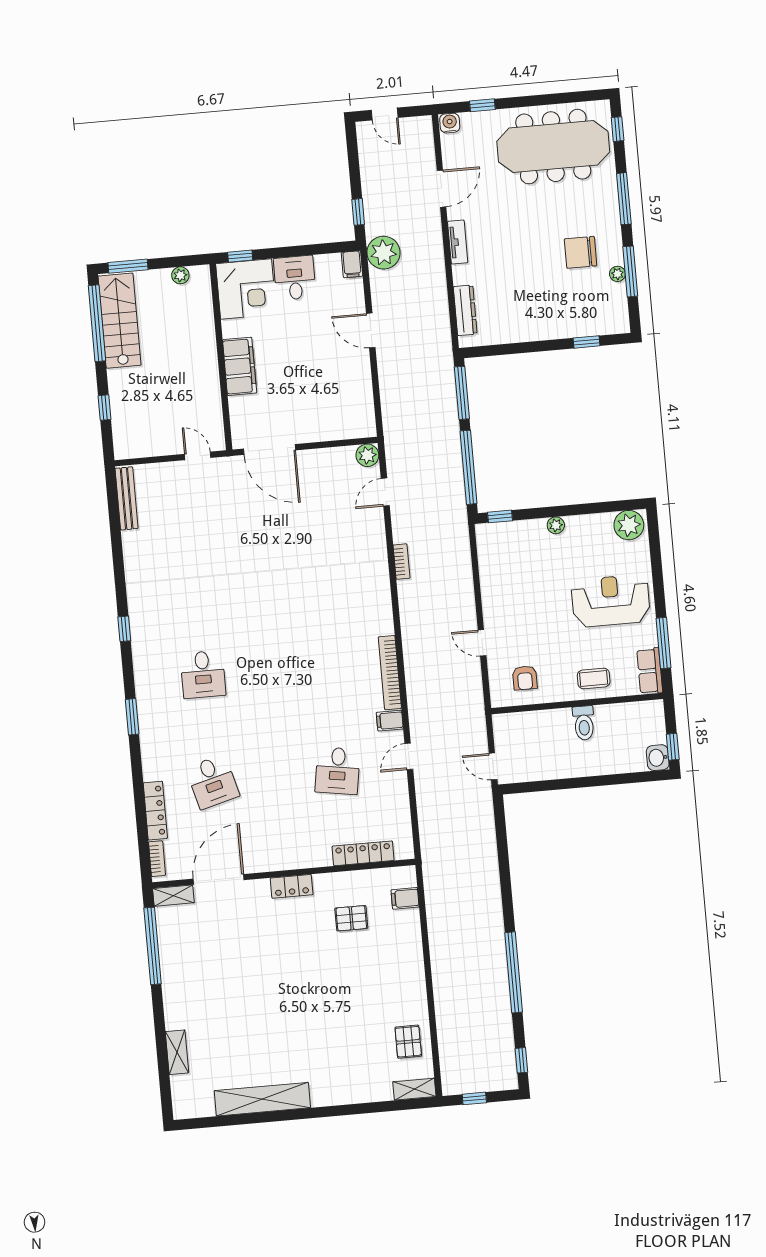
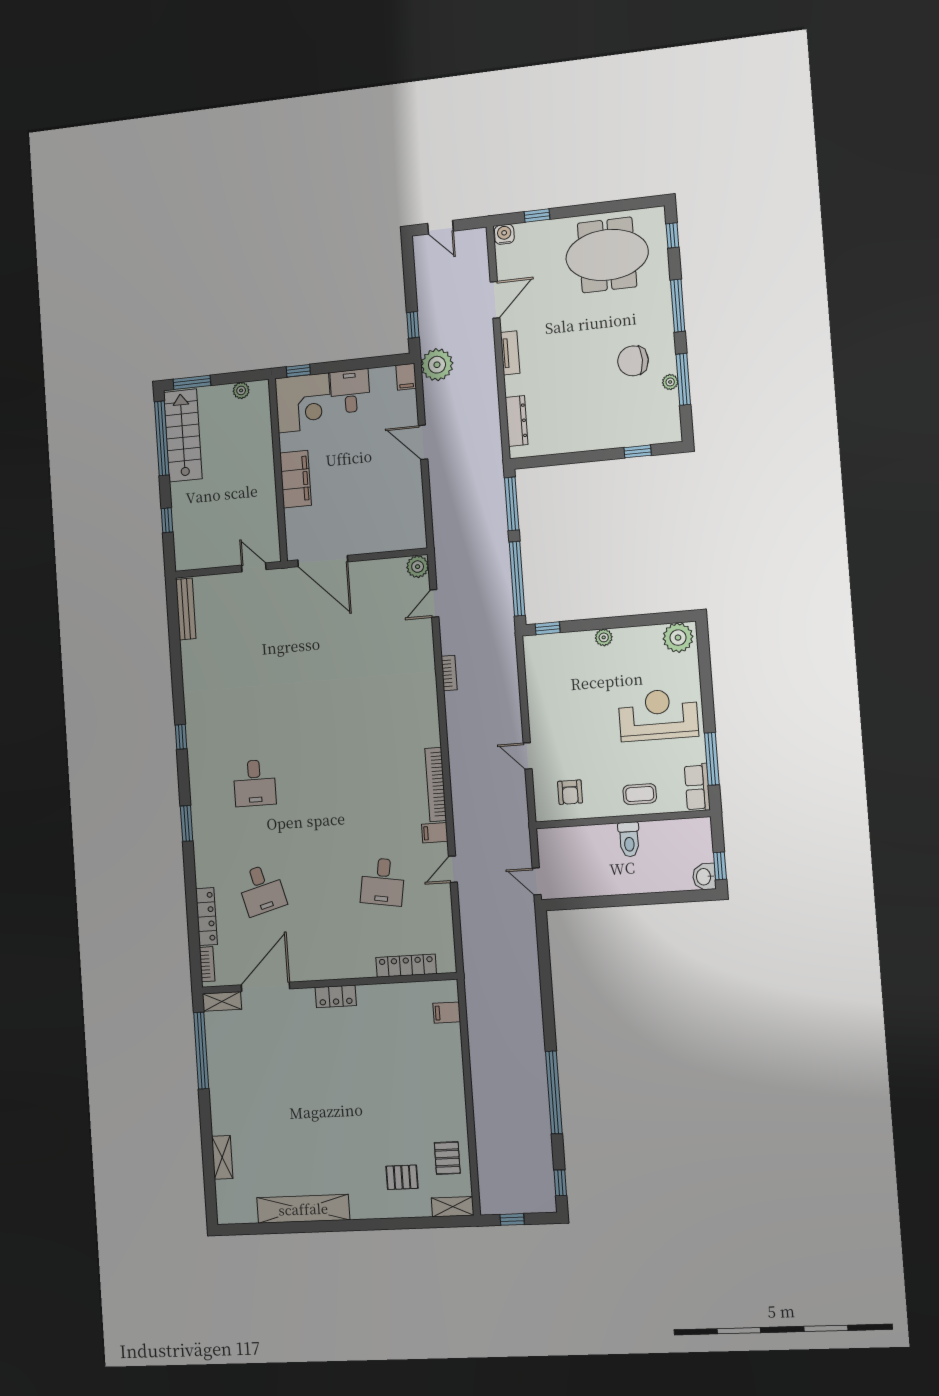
meeting table: (553, 147) -> (607, 255), width x0.73
pallet: (351, 918) -> (402, 1177), moved

